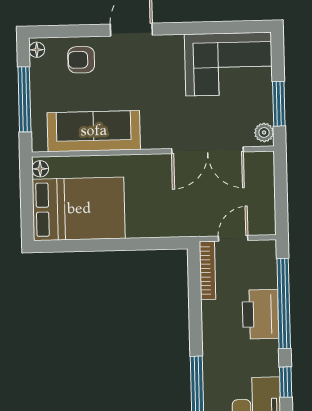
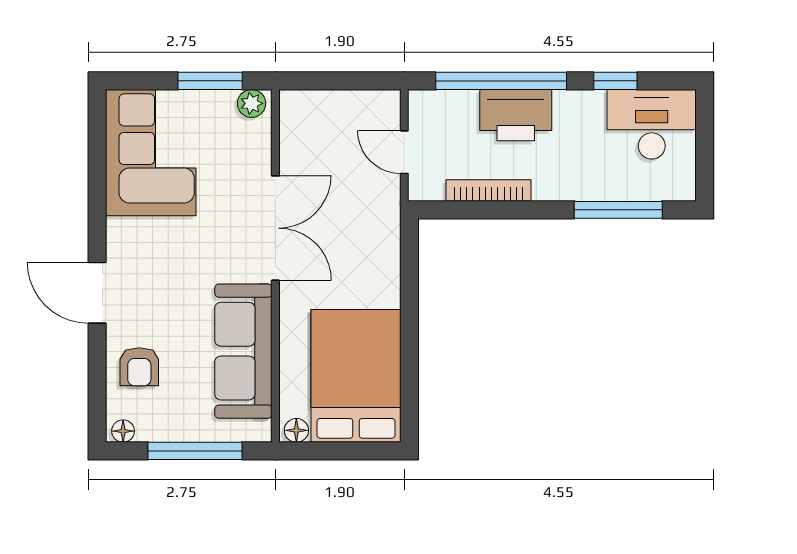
double door: (207, 150) -> (275, 228), moved
bookcase: (208, 270) -> (489, 191), moved

